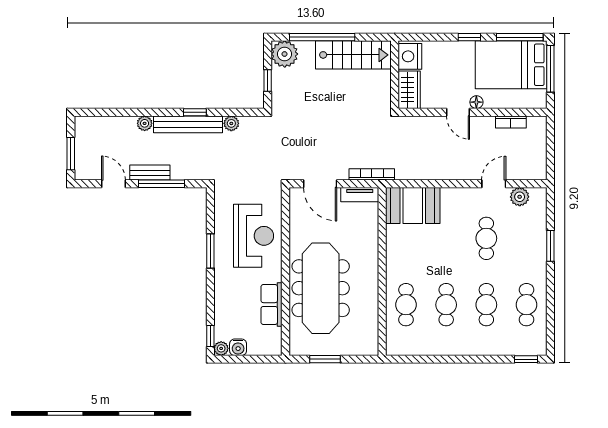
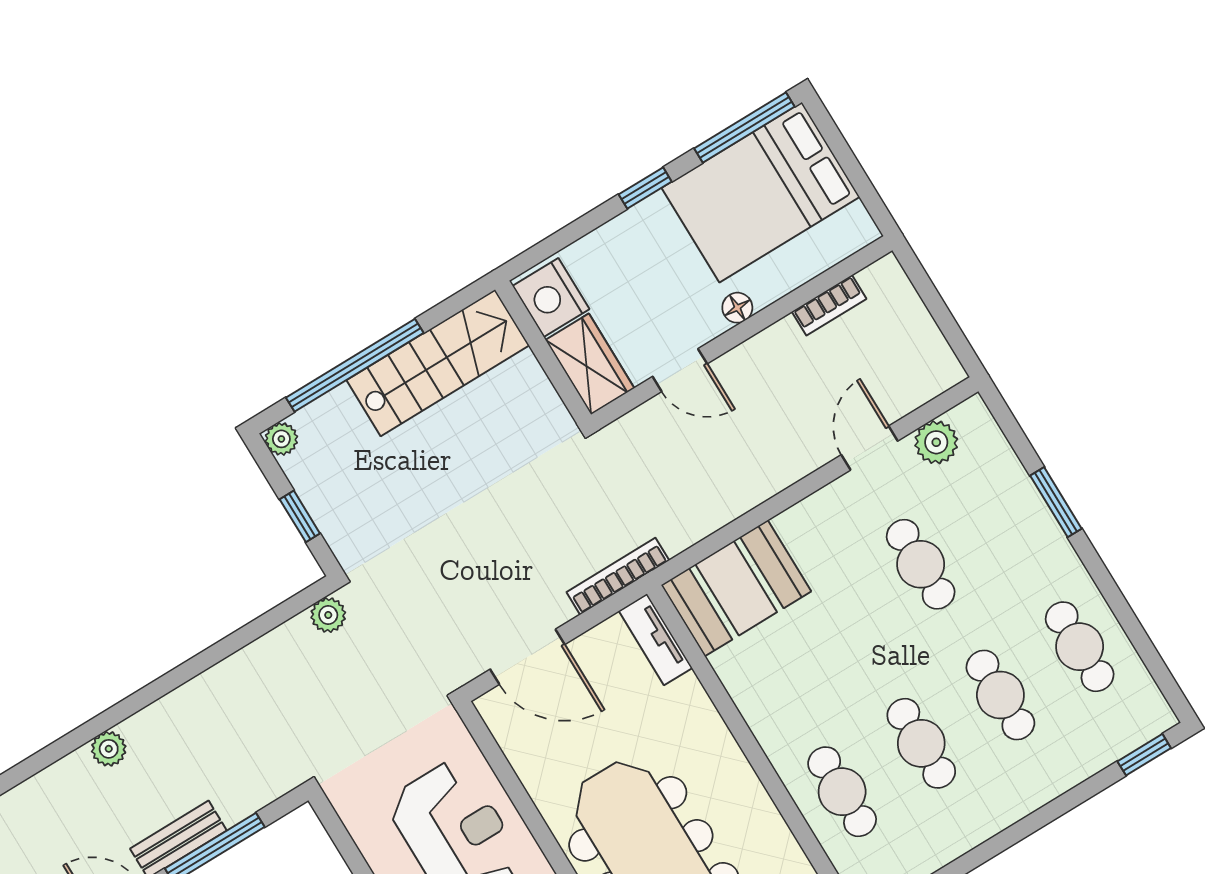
plant: (285, 54) -> (281, 439), width x0.53, depth x0.53
window: (550, 69) -> (843, 153), removed
window: (195, 112) -> (194, 666), removed
door: (458, 112) -> (680, 370), moved
plant: (231, 123) -> (328, 615), moved
bench: (188, 124) -> (195, 699), removed
tv unit: (360, 195) -> (655, 639), moved, turned 90

